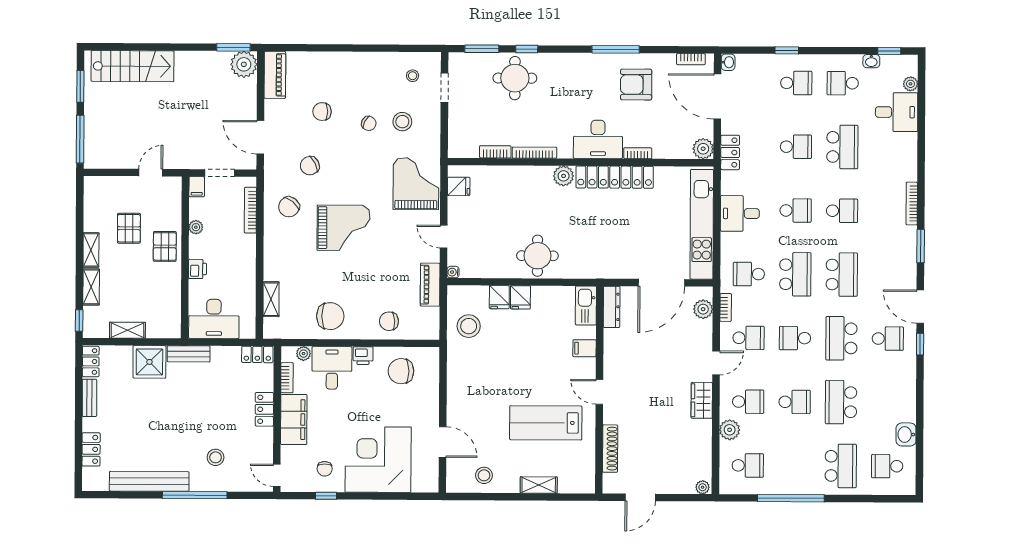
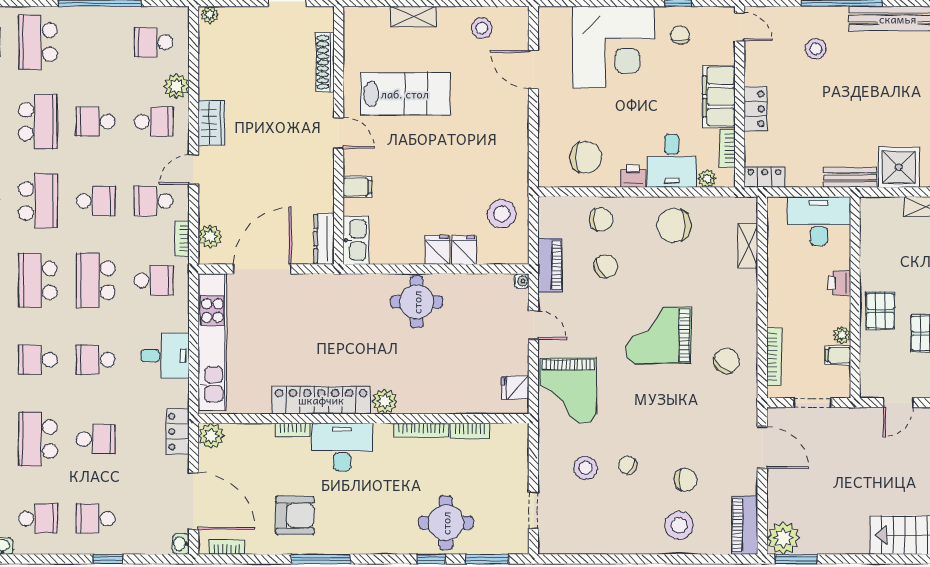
stool: (413, 76) -> (679, 525), moved, width x1.89, depth x1.89
school desk: (796, 147) -> (96, 439), turned 180
chair: (310, 166) -> (606, 266), moved
filing cabinet: (197, 187) -> (838, 355), moved, turned -90
school desk: (748, 402) -> (153, 122), turned 180

